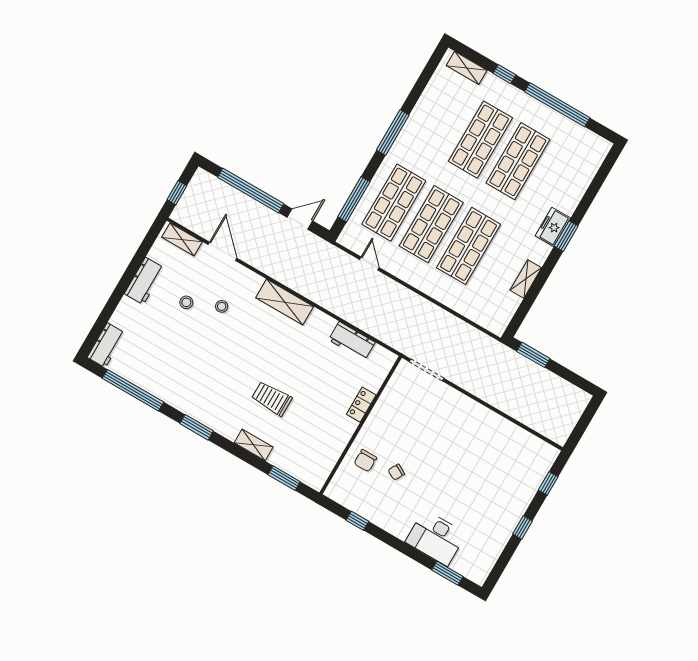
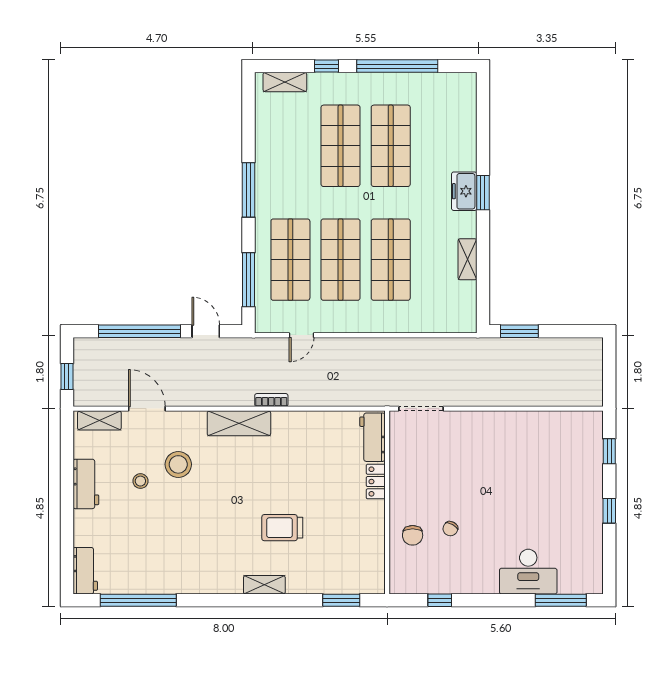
door: (300, 219) -> (206, 331), hinge flipped
door: (369, 264) -> (302, 335), swing flipped
bookcase: (319, 299) -> (271, 400), added
stool: (222, 306) -> (178, 464), width x1.89, depth x1.89
workbench: (352, 341) -> (372, 437), moved, turned 90
window: (197, 427) -> (224, 600), removed
shelving: (254, 445) -> (264, 585), moved
window: (447, 573) -> (561, 600), width x1.44

